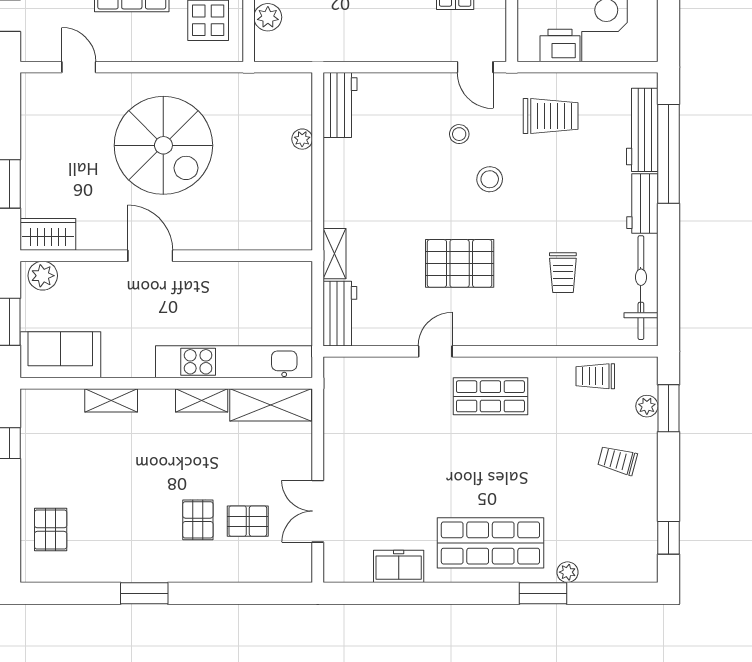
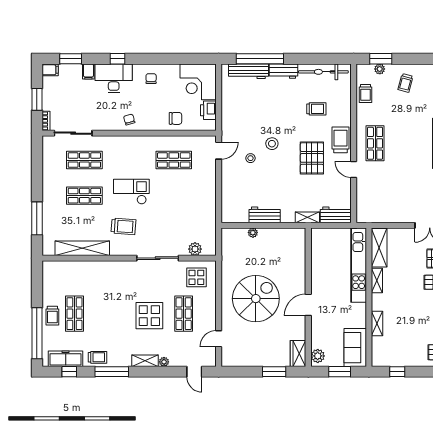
workbench: (340, 105) -> (265, 215), moved
trolley: (551, 116) -> (340, 140), moved

